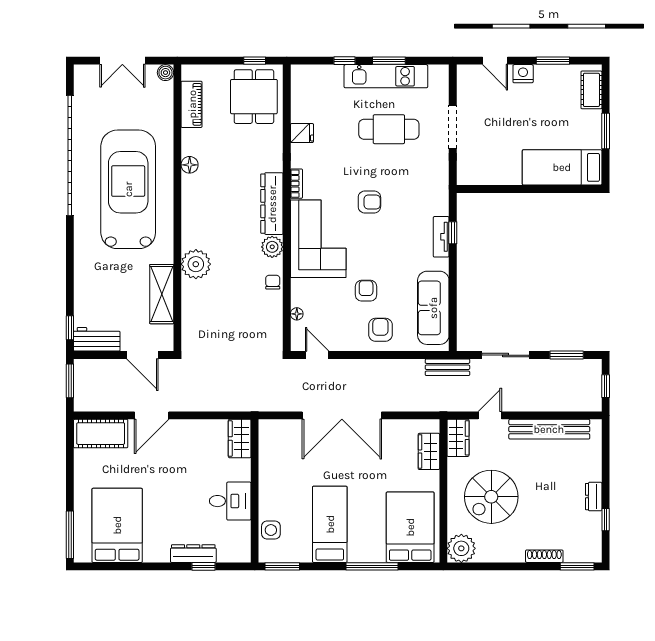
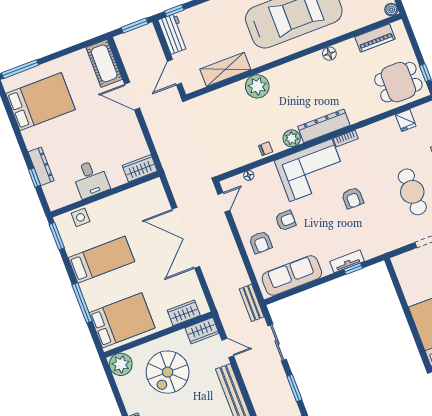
fridge: (302, 133) -> (406, 120), moved
armchair: (380, 330) -> (261, 242), turned 90
spiral stairs: (491, 497) -> (168, 372), turned -90

